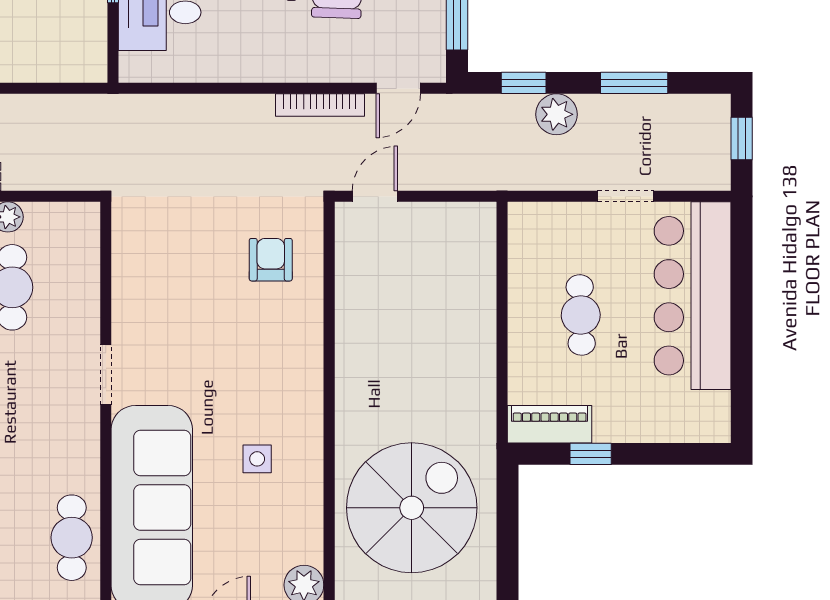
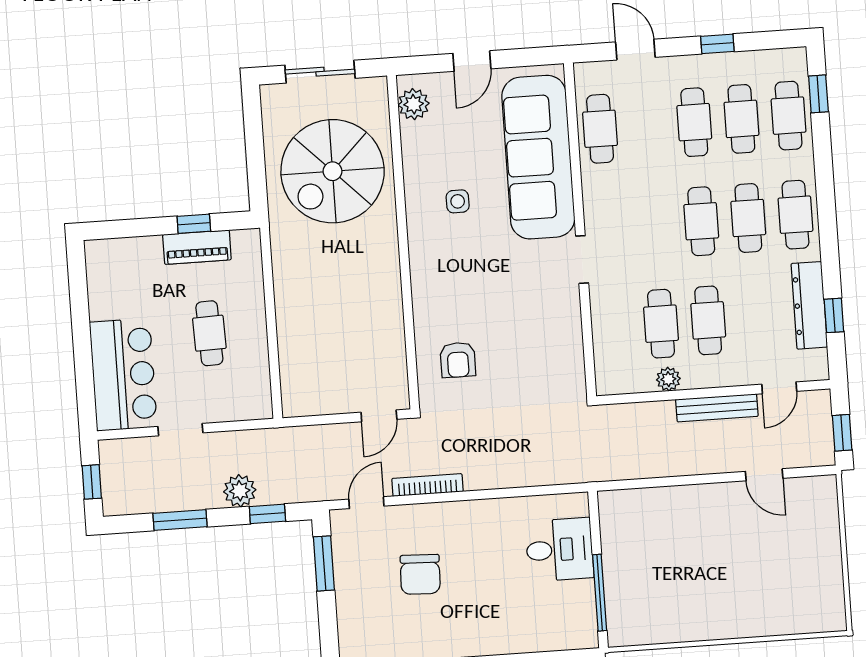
bar counter: (693, 296) -> (123, 375), width x0.73
piano: (550, 424) -> (197, 247), moved

